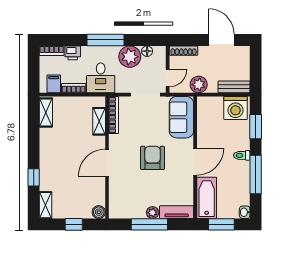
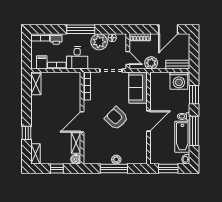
door: (221, 40) -> (168, 29), swing flipped
door: (168, 78) -> (128, 58), hinge flipped
shelving: (99, 121) -> (76, 143), moved
armchair: (153, 158) -> (116, 118), turned -46
bathtub: (207, 198) -> (182, 137), moved, turned 180
tv unit: (177, 212) -> (134, 159), removed

